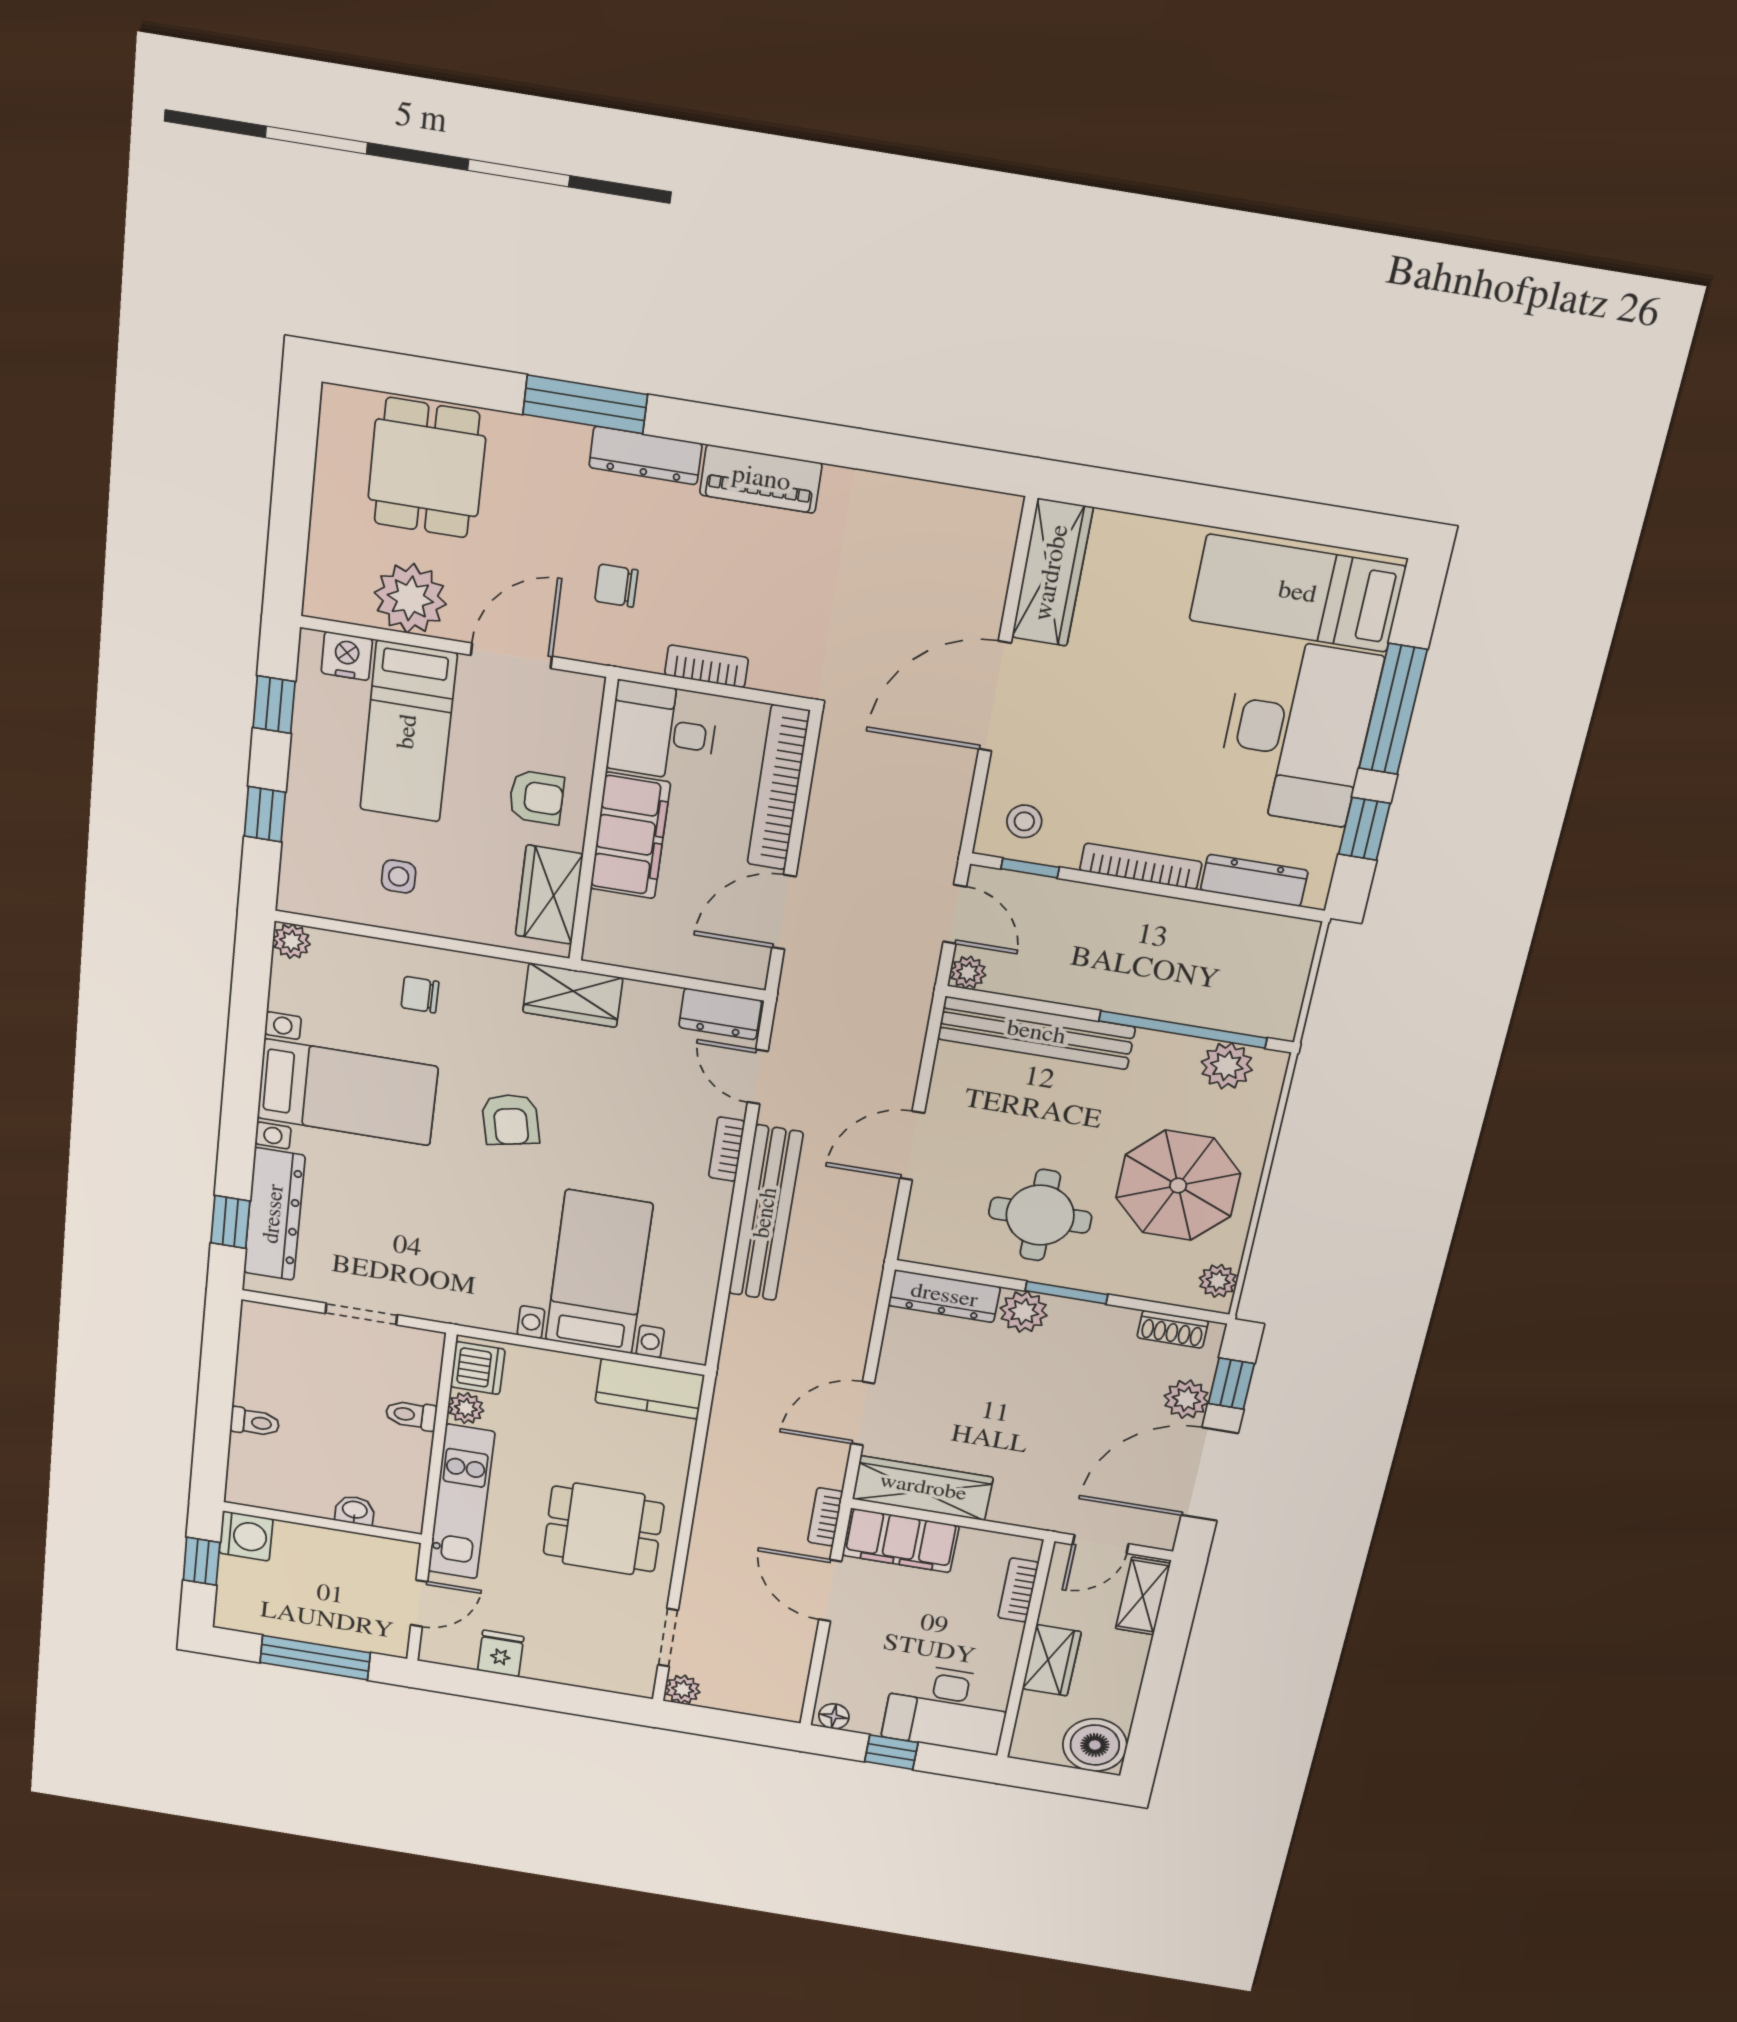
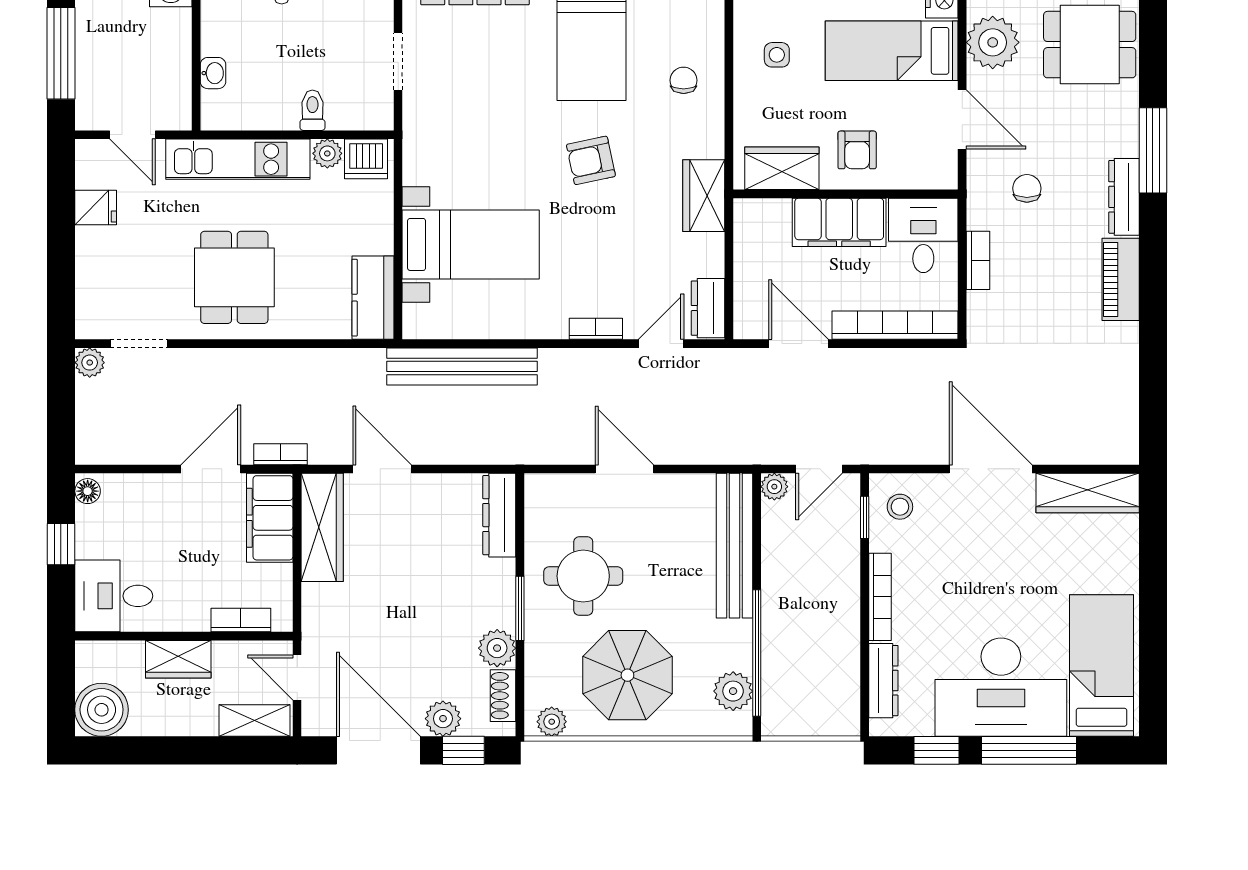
bench: (766, 1213) -> (462, 366), moved
plant: (1024, 1312) -> (497, 648), moved
desk: (947, 1709) -> (114, 596), width x0.73

